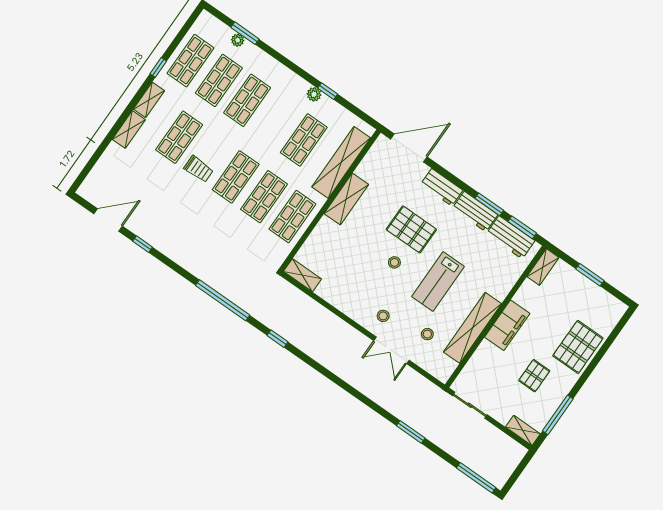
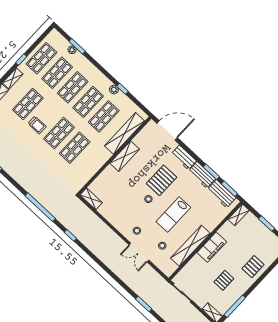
shop shelf: (292, 217) -> (88, 102), moved
pallet: (411, 229) -> (162, 180), turned 90
pallet: (578, 347) -> (253, 267), width x0.67, depth x0.71

